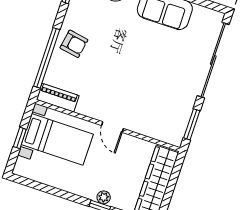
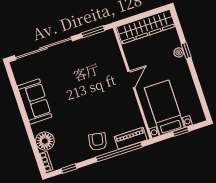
piano: (58, 98) -> (131, 138), moved, turned 90

